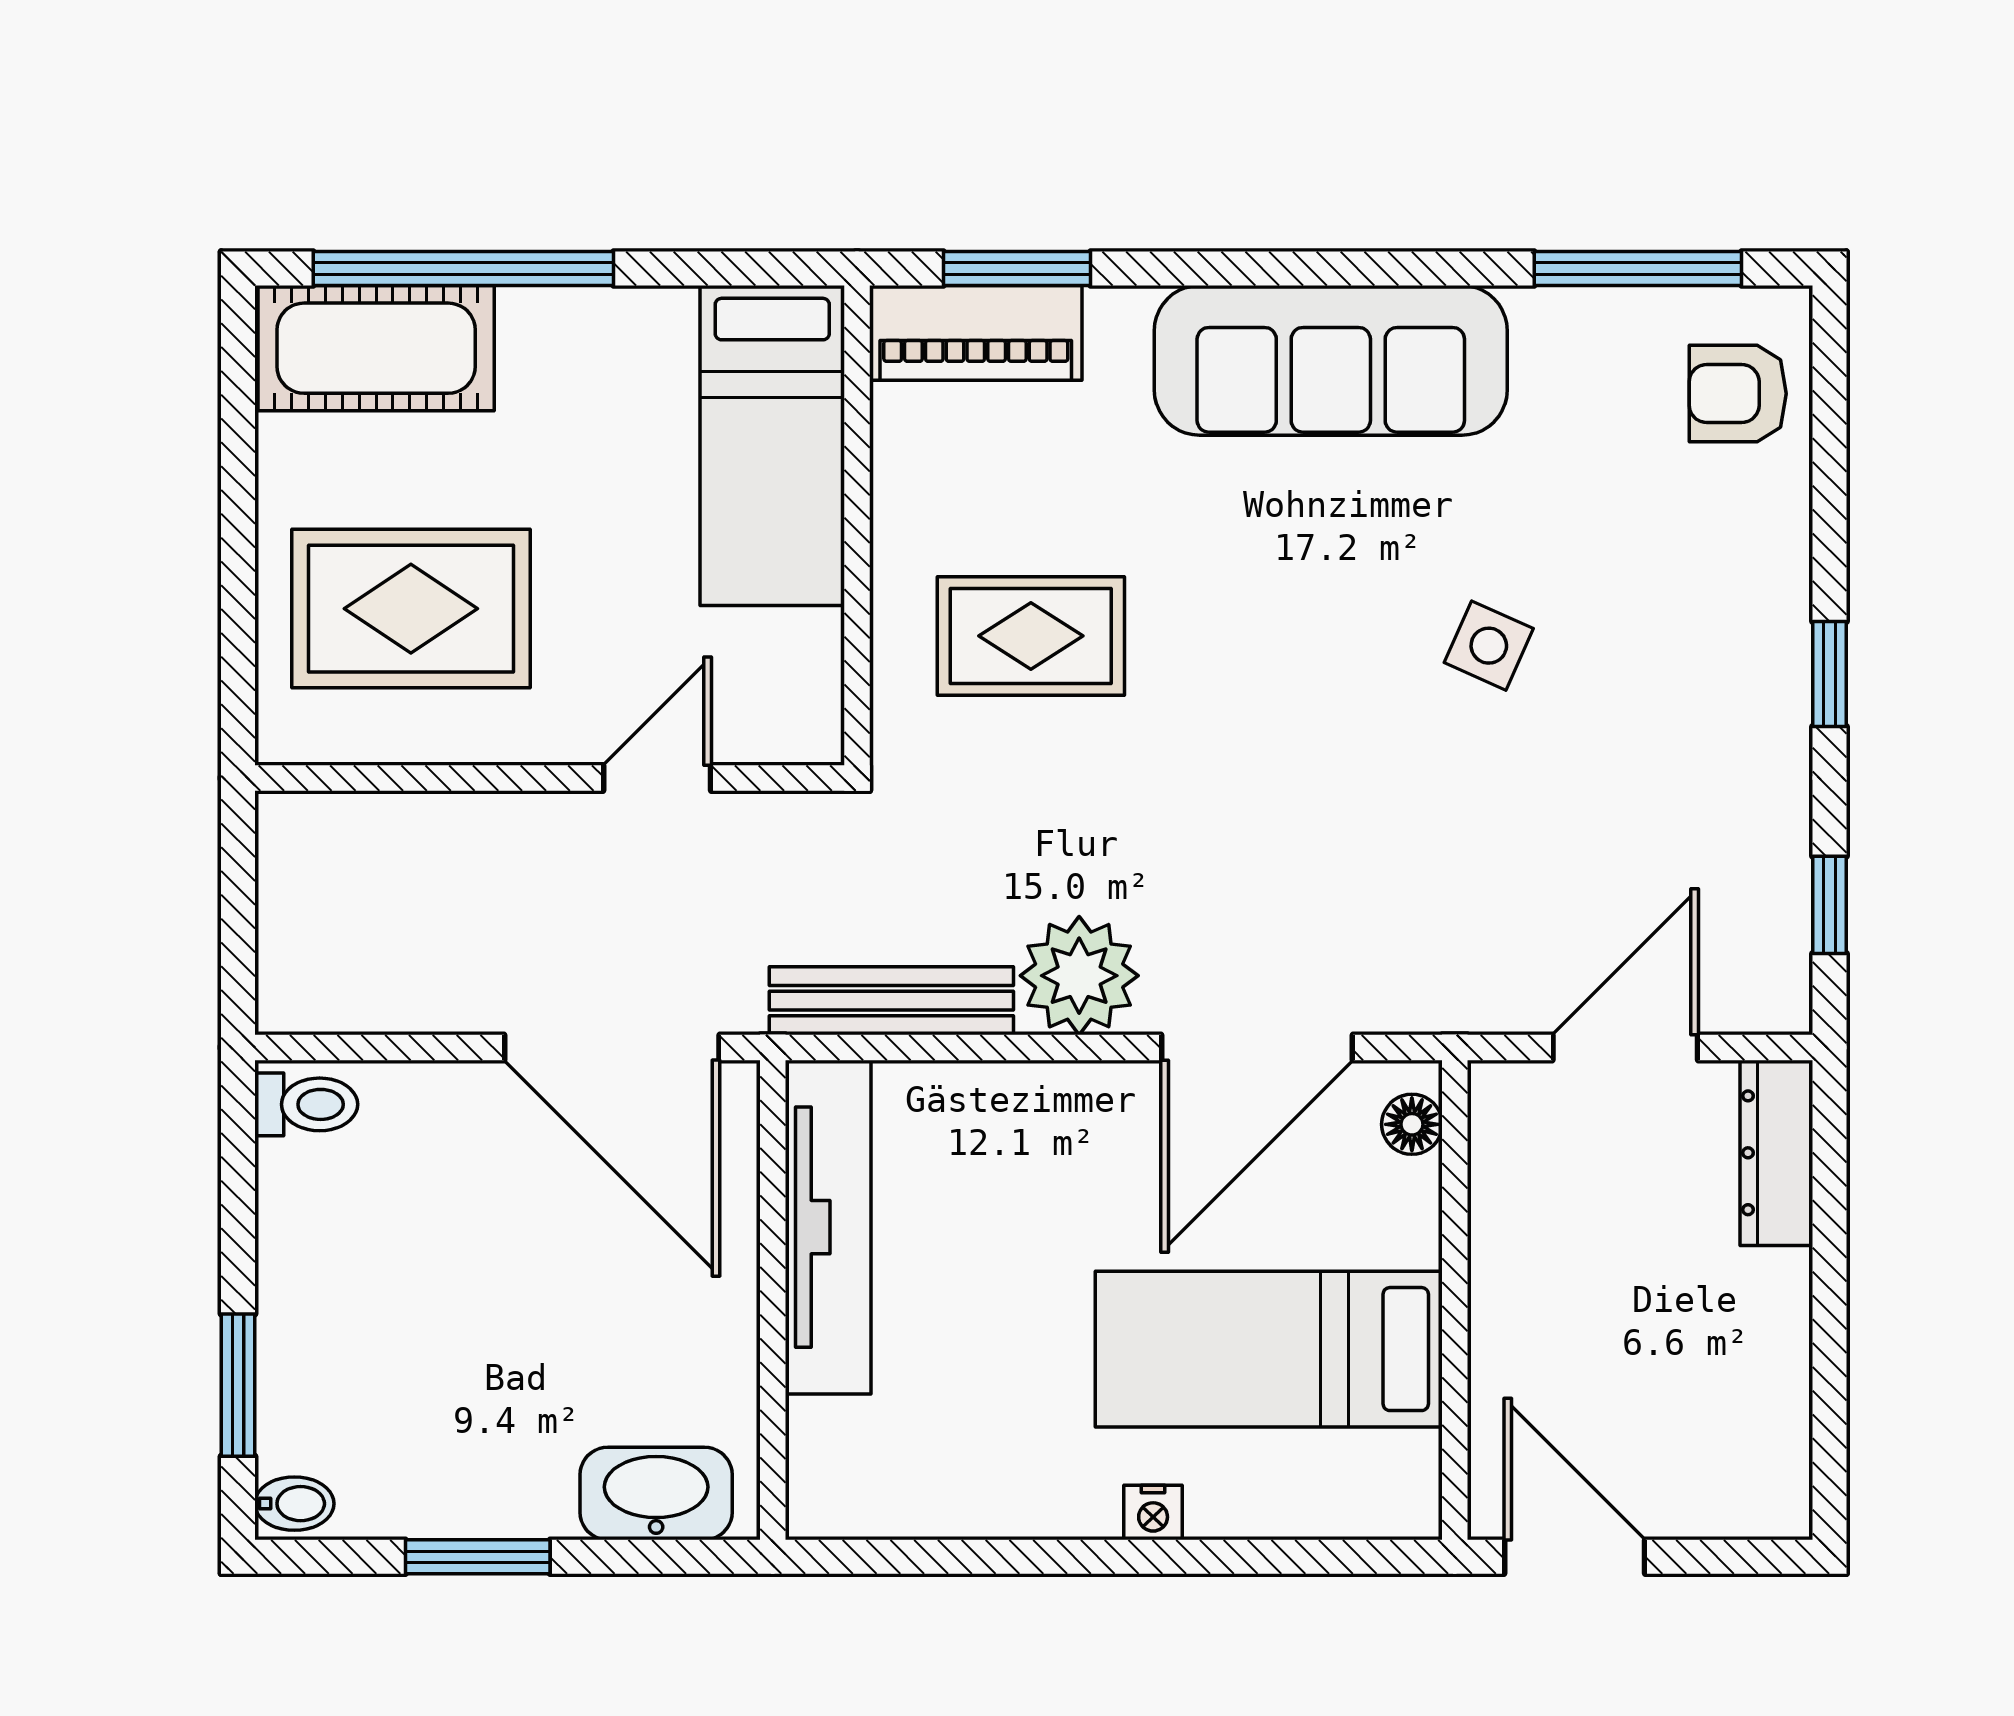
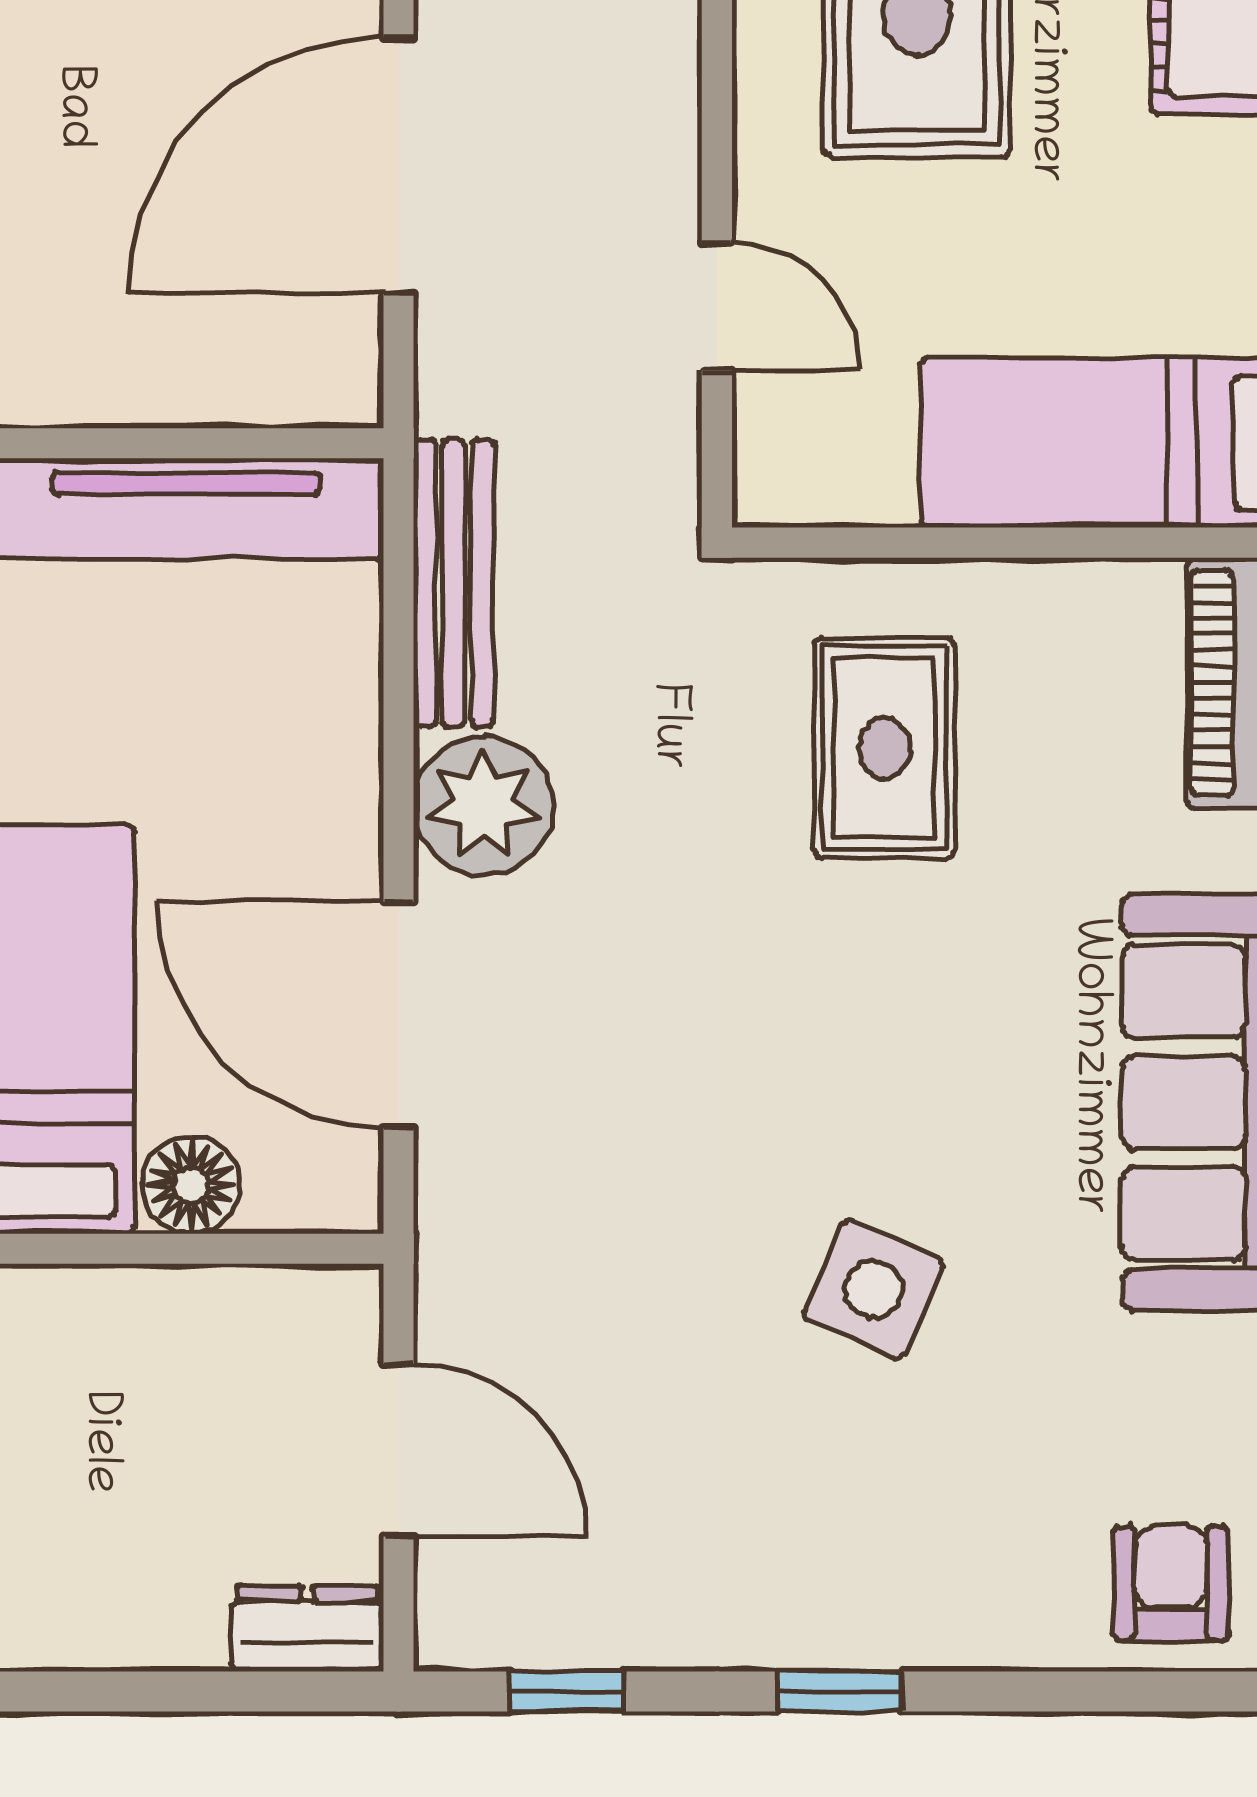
side table: (1489, 646) -> (873, 1289), width x1.37, depth x1.37
door: (612, 1047) -> (399, 165), moved
floor lamp: (1412, 1124) -> (191, 1185), moved, width x1.37, depth x1.37
dresser: (1776, 1153) -> (307, 1629), width x0.70

